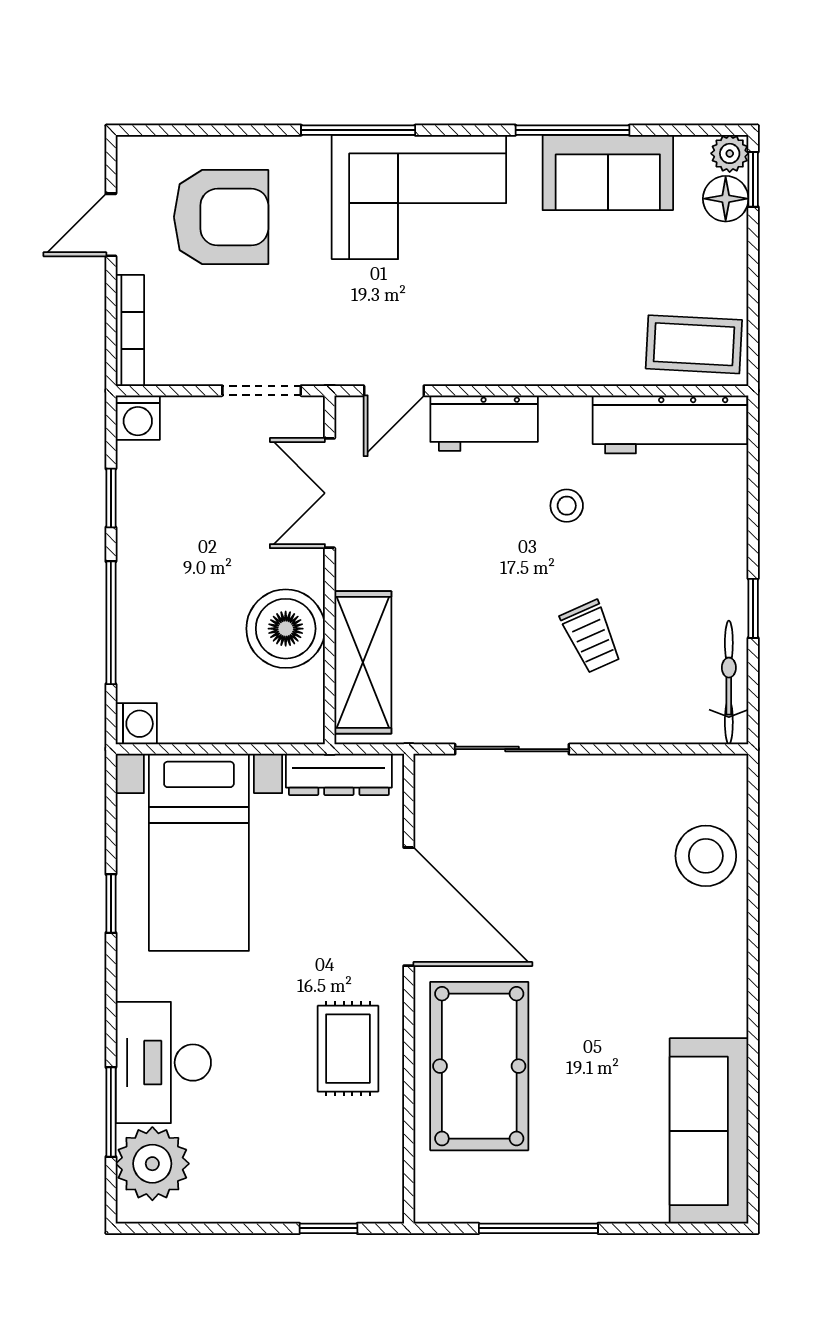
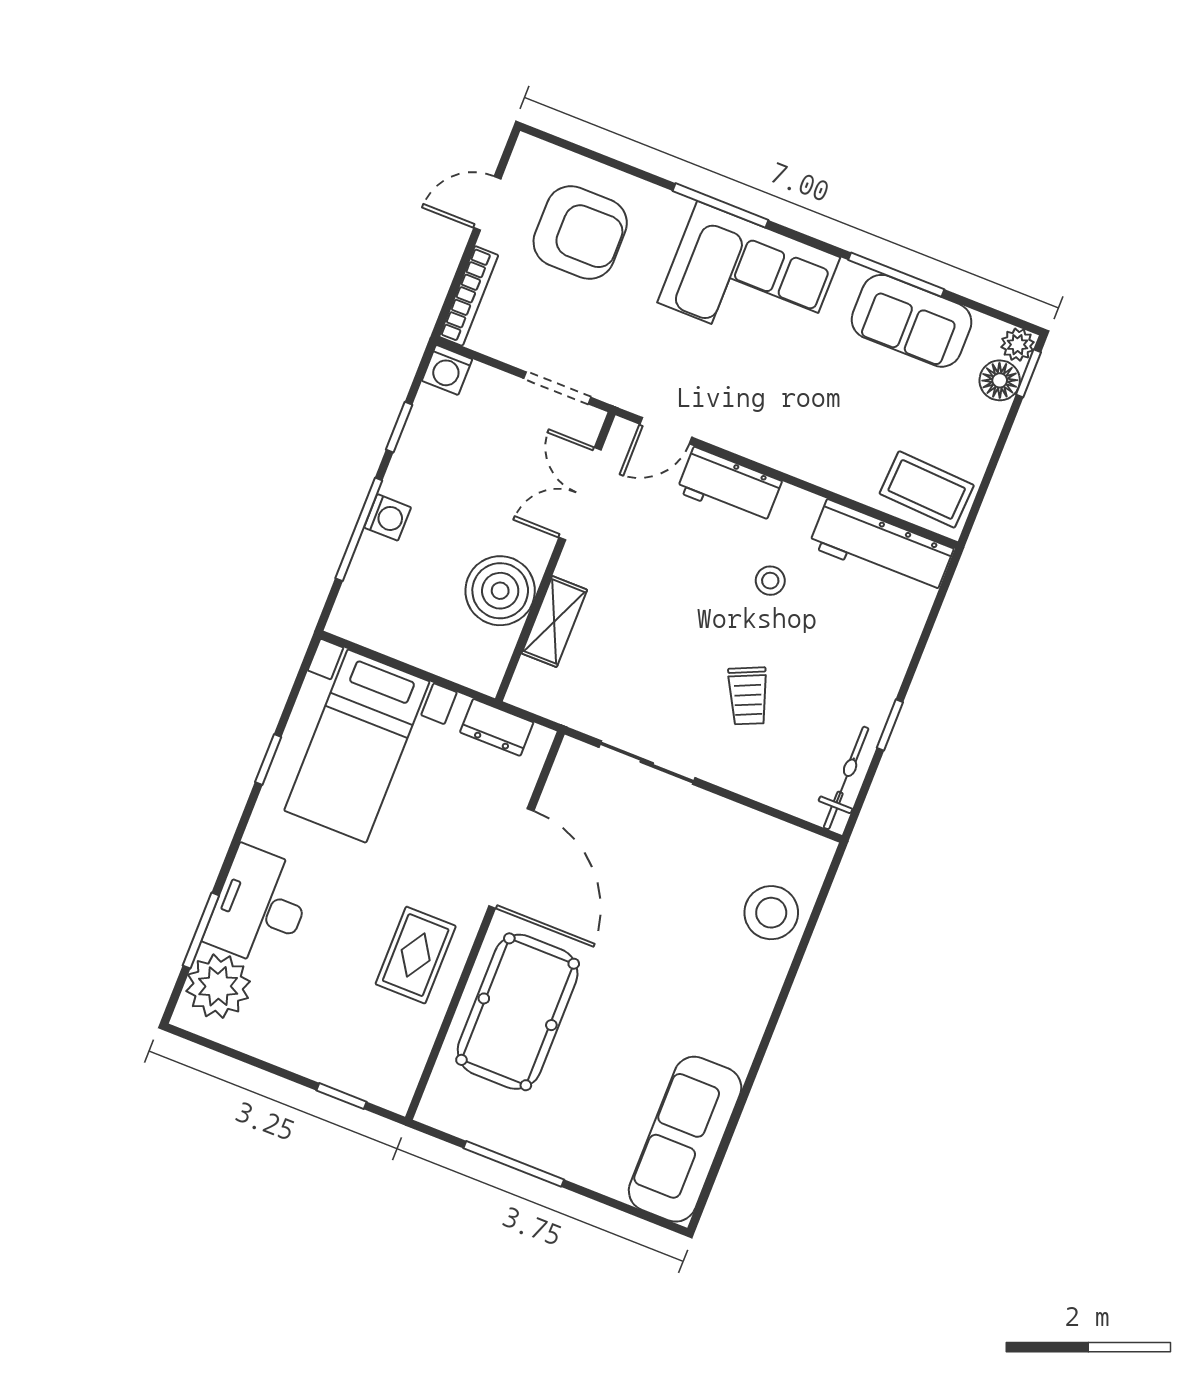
shelving: (363, 662) -> (554, 622), width x0.67, depth x0.75
washing machine: (136, 724) -> (388, 517), moved
dresser: (339, 774) -> (497, 727), width x0.70

